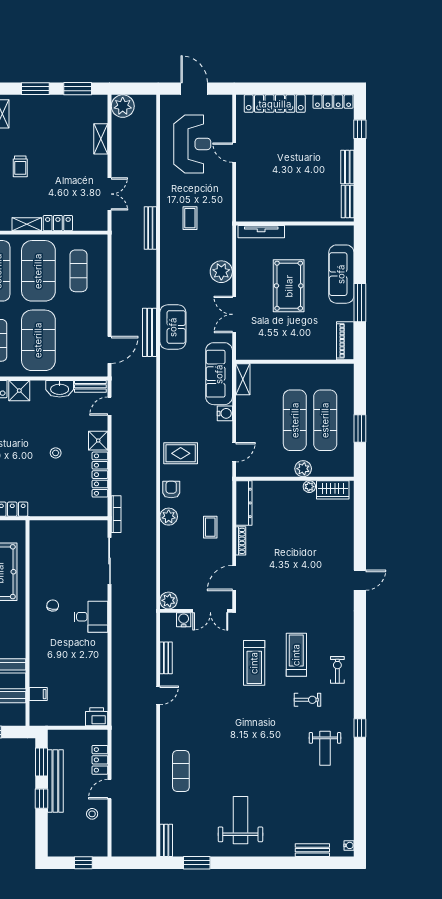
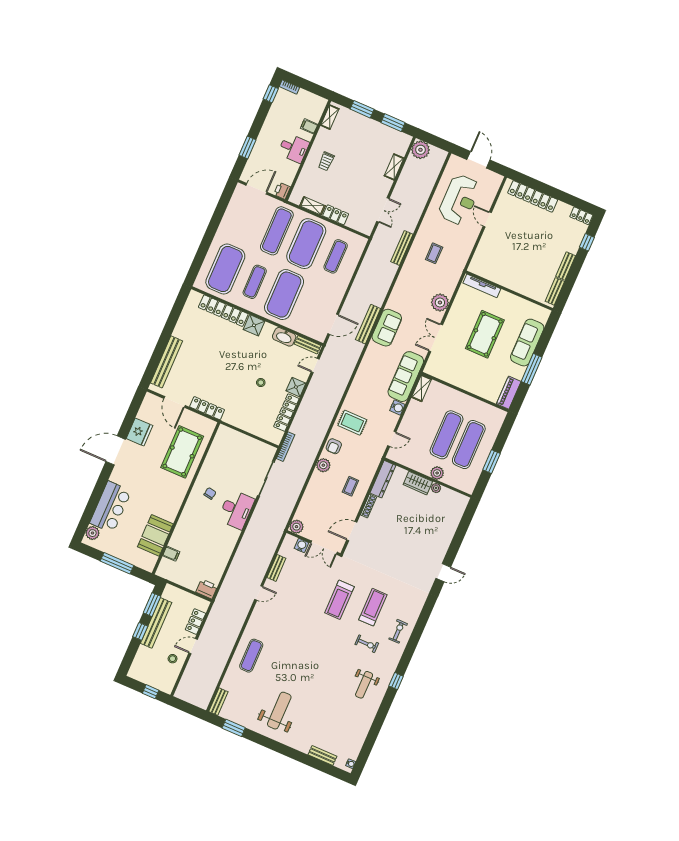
locker: (333, 102) -> (581, 216), width x0.66
armchair: (171, 490) -> (334, 446), turned 180
wardrobe: (333, 490) -> (418, 483), moved
desk: (91, 617) -> (236, 510), width x1.37

